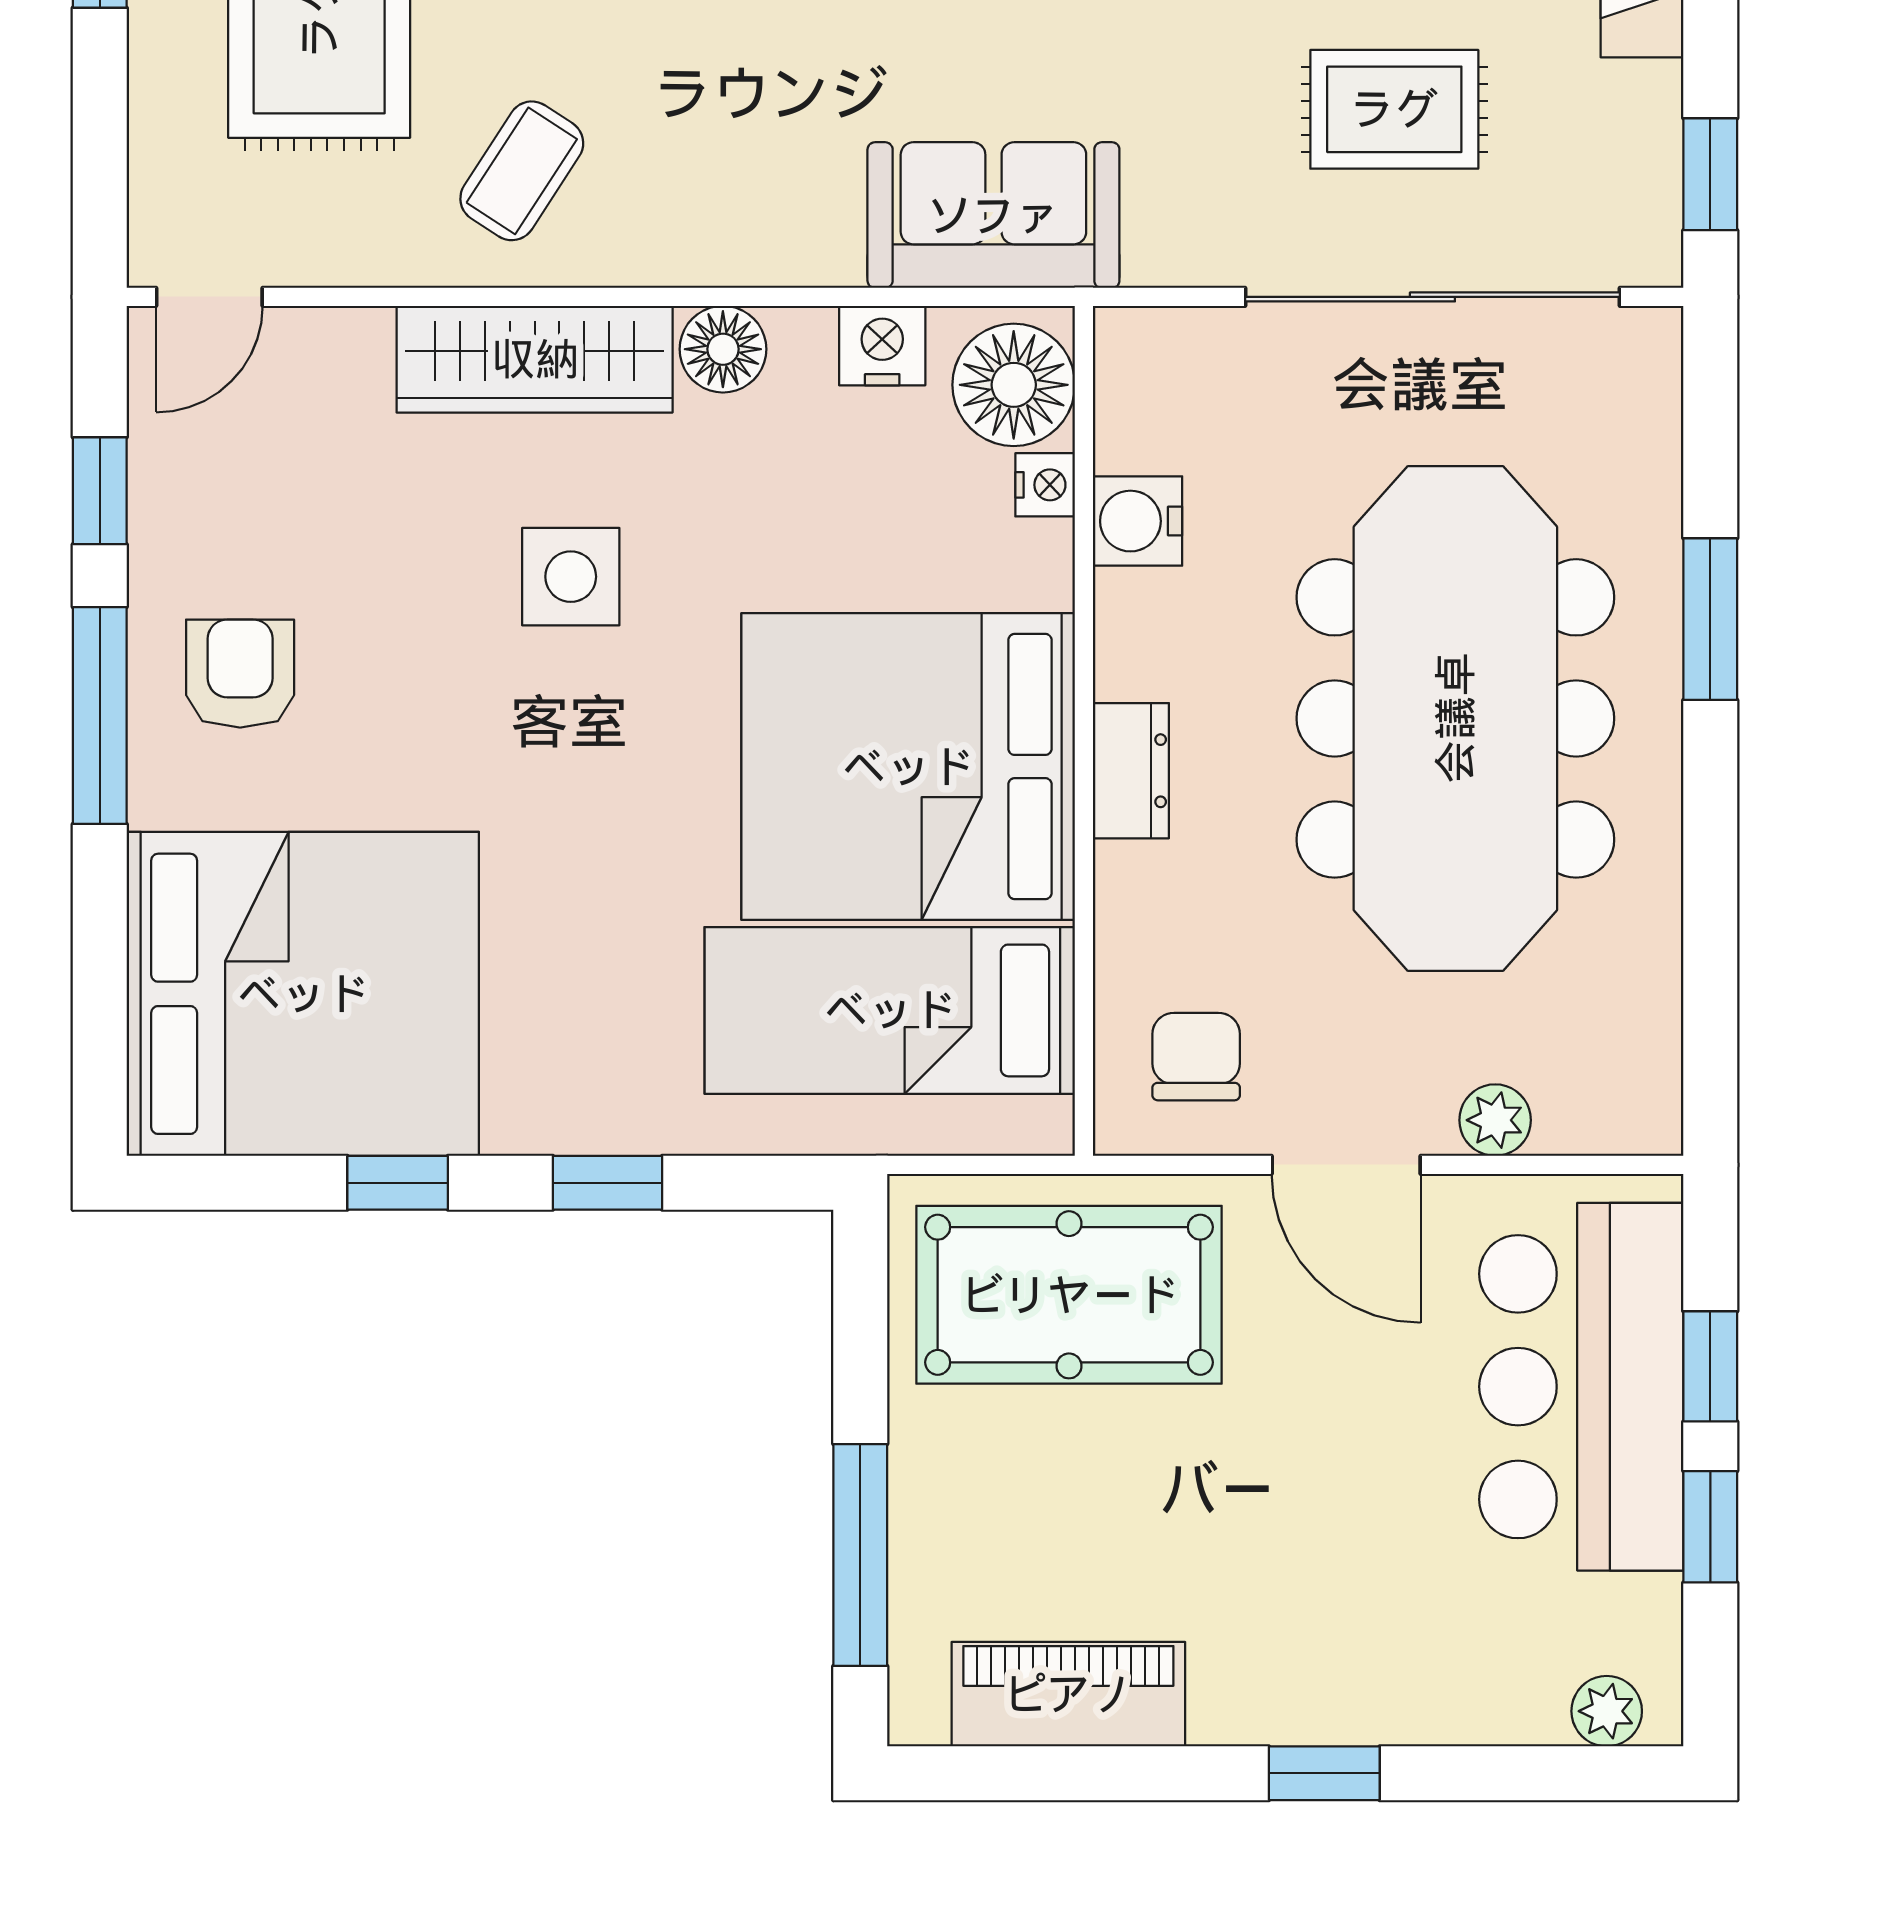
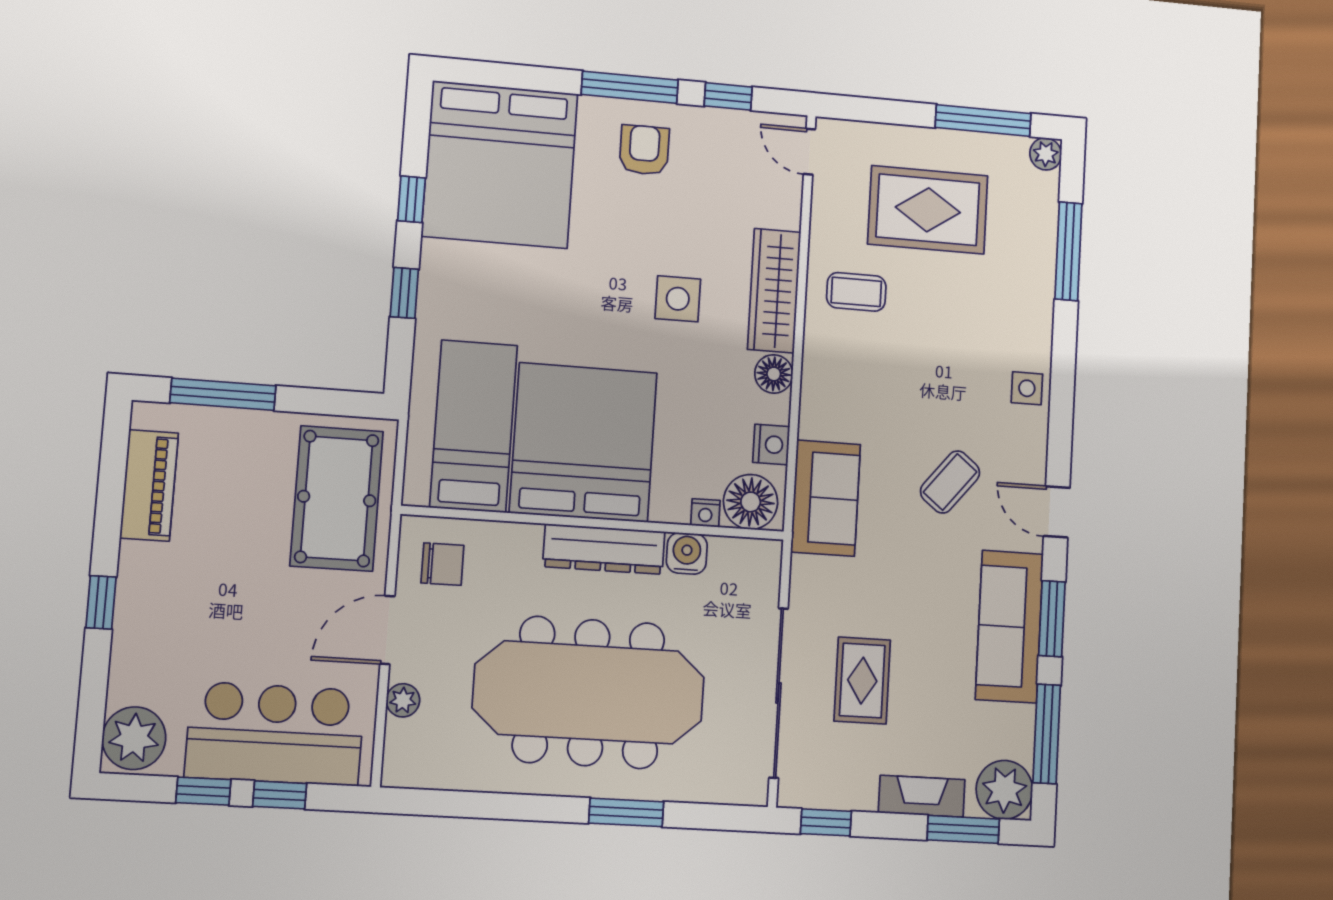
coffee table: (522, 171) -> (856, 292), turned -33
armchair: (240, 674) -> (644, 150), turned -90
dresser: (1131, 771) -> (604, 549), width x1.96, depth x1.24
plant: (1607, 1711) -> (134, 738), width x1.88, depth x1.88

